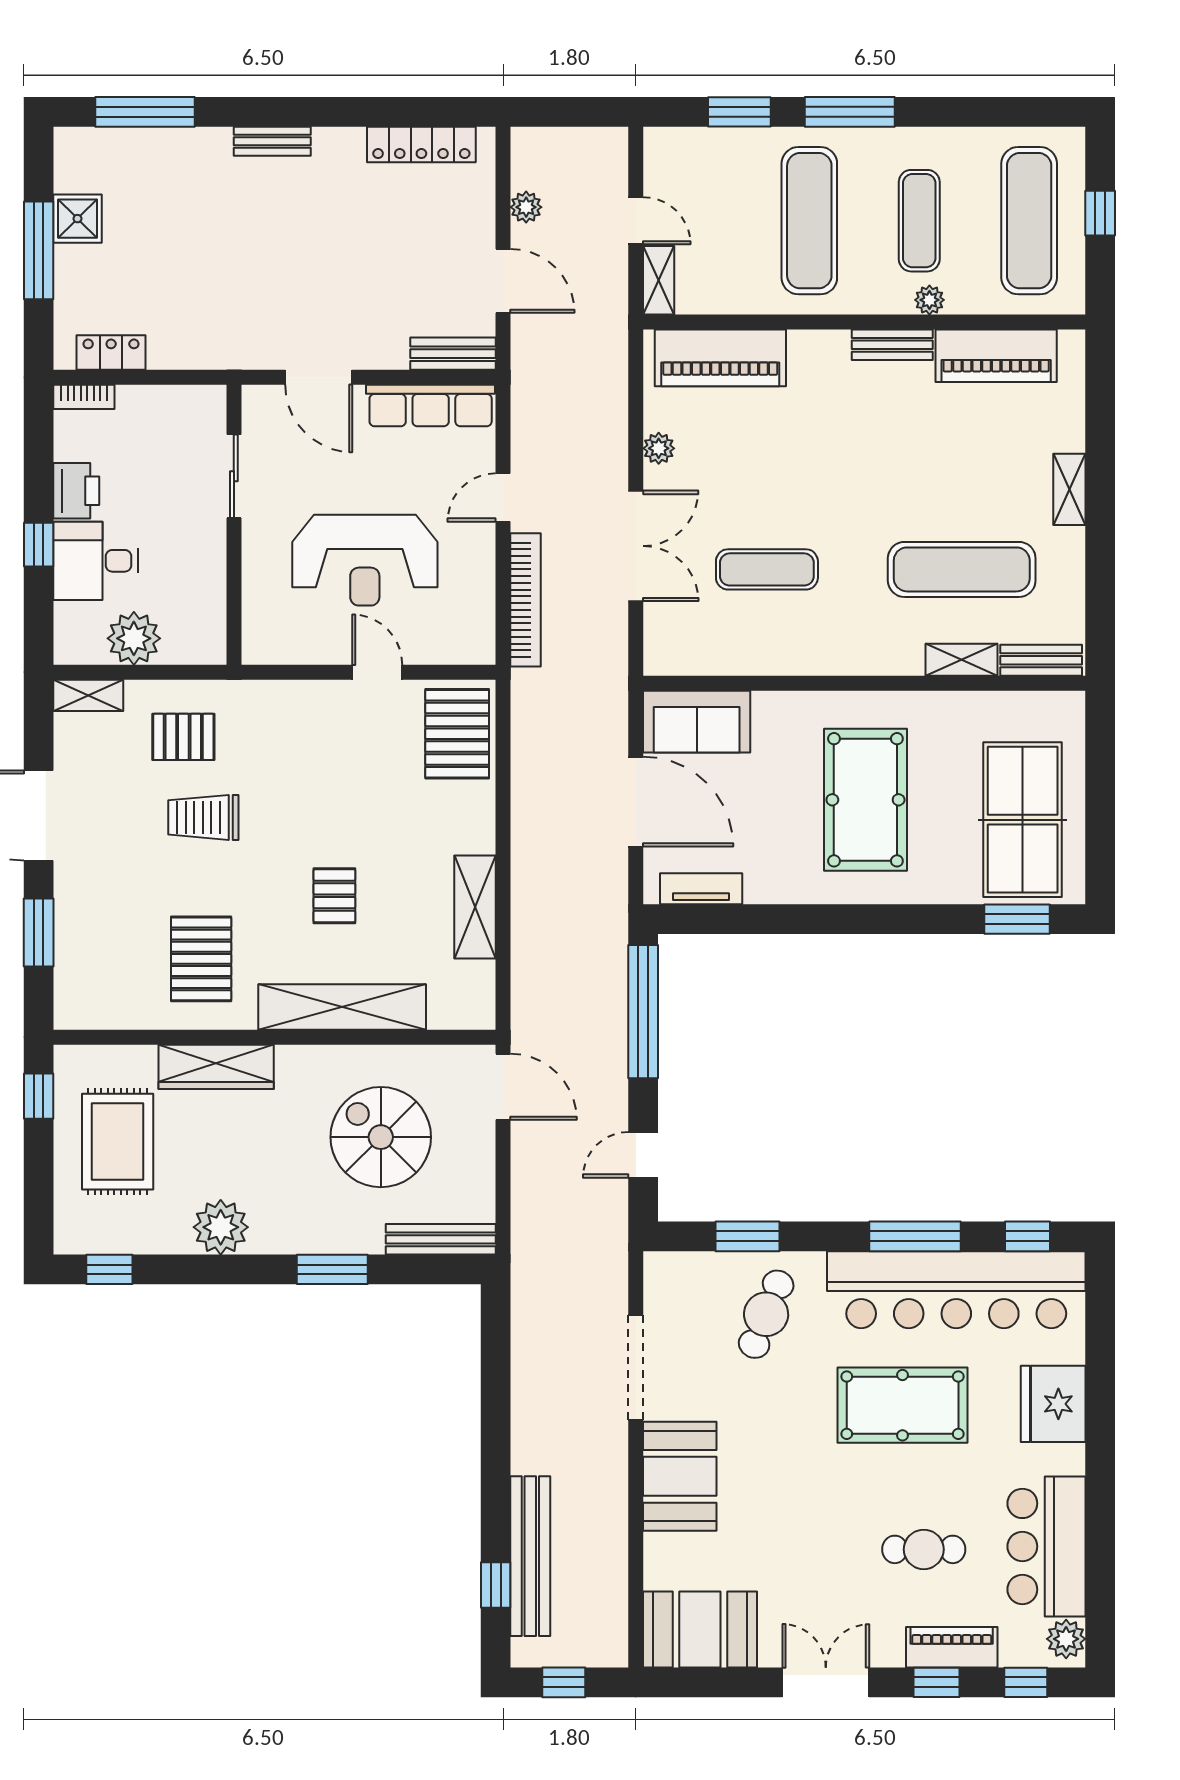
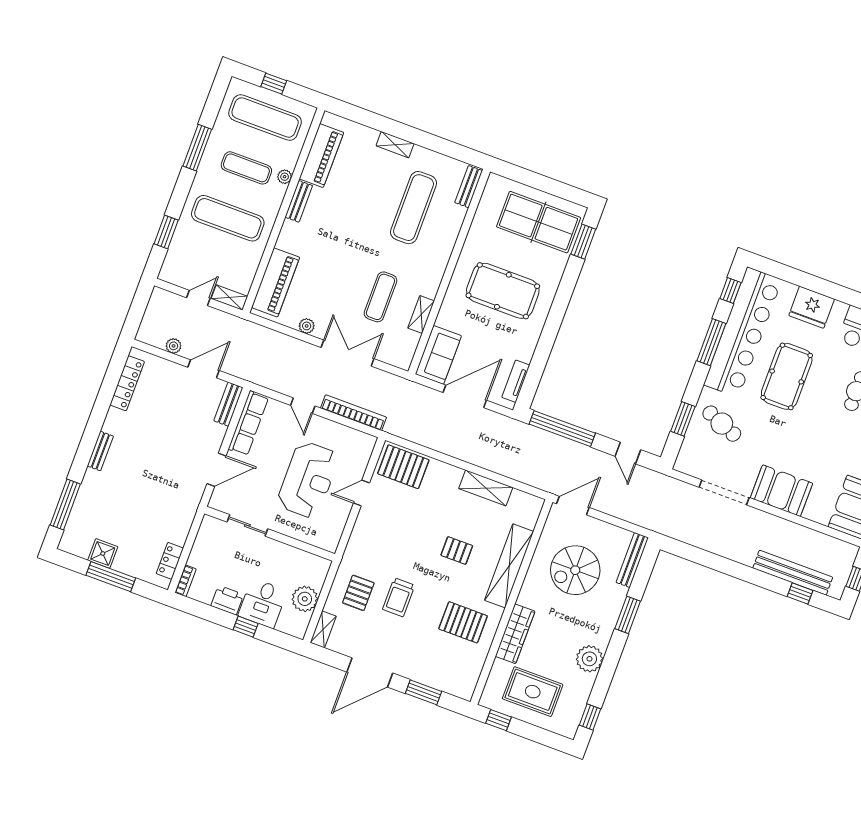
window: (850, 112) -> (197, 148), moved
shelving: (962, 660) -> (421, 314), moved

